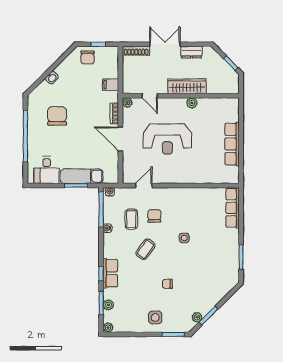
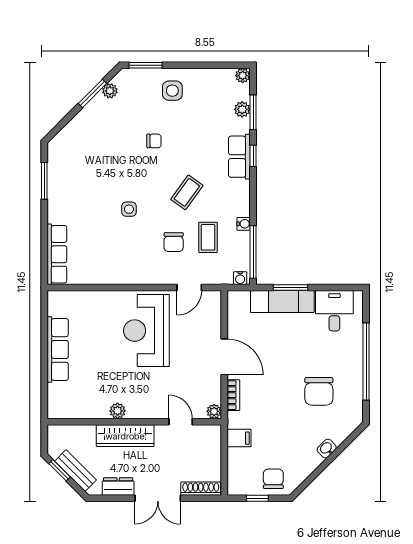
bench: (220, 63) -> (76, 471), added
reception desk: (167, 139) -> (146, 331), moved, turned -90

